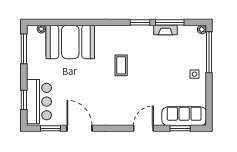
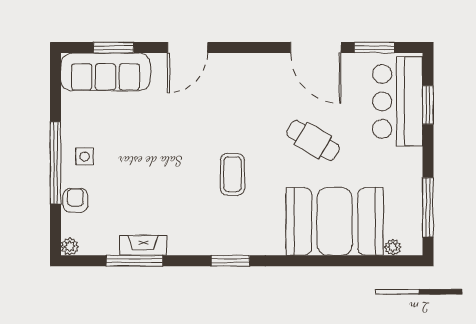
window: (140, 22) -> (230, 261), moved
armchair: (199, 52) -> (75, 200), added
window: (209, 52) -> (55, 163), moved
cafe table: (81, 82) -> (313, 140), added

